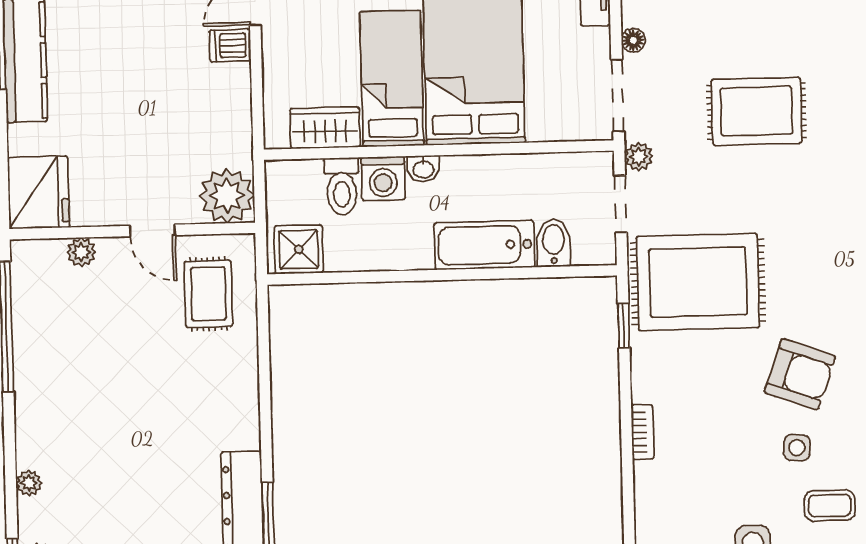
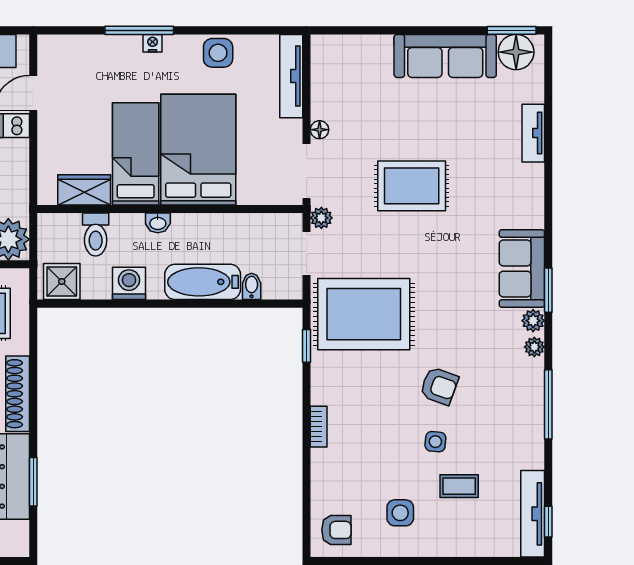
washing machine: (383, 178) -> (129, 283), moved, turned 180
bidet: (554, 243) -> (252, 286), width x0.72, depth x0.74
armchair: (800, 374) -> (439, 386), width x0.72, depth x0.72
shoe rack: (244, 399) -> (18, 394), added

